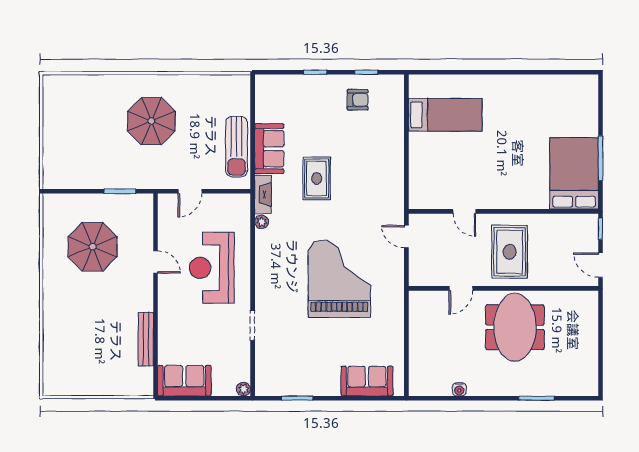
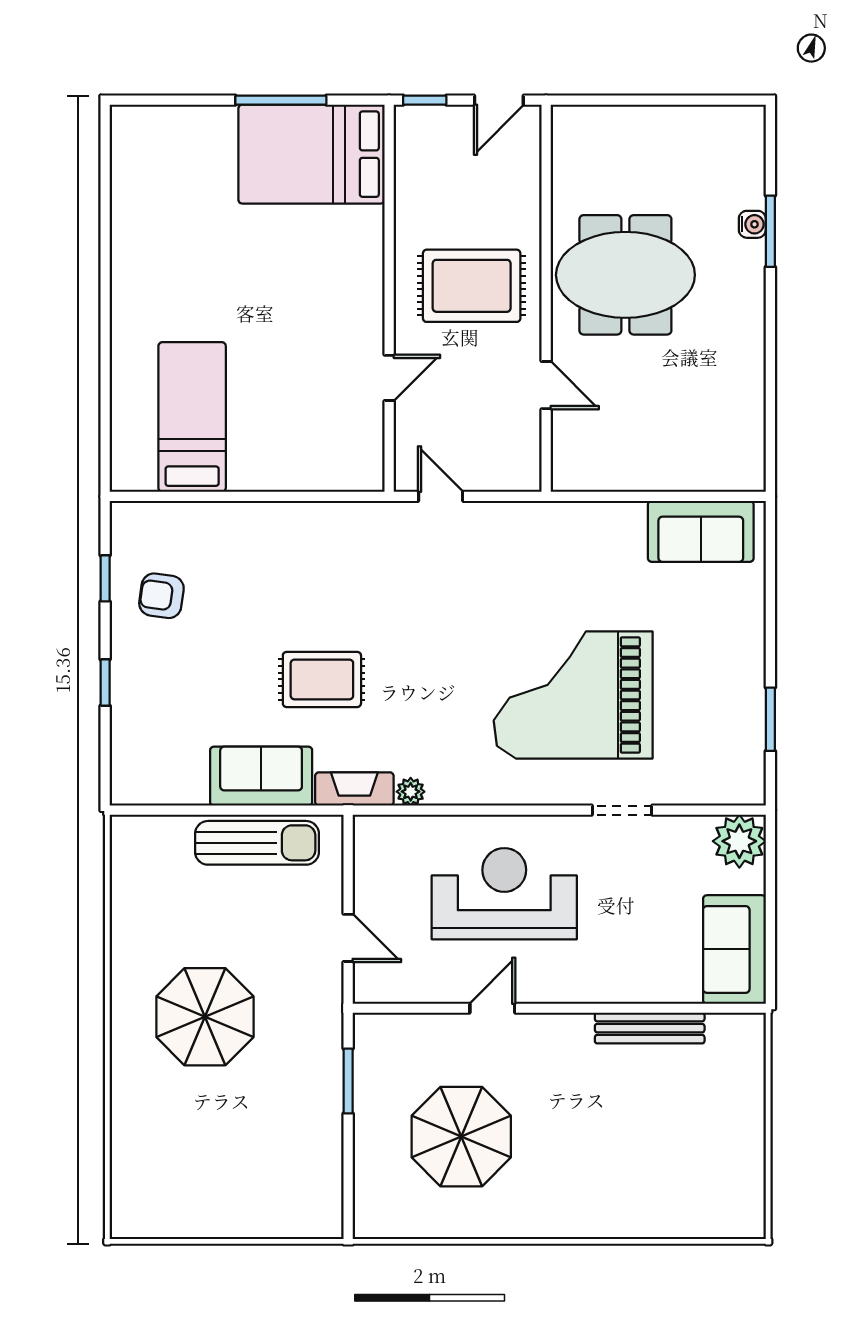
armchair: (358, 100) -> (161, 596), turned -82
door: (406, 237) -> (441, 496), swing flipped
reception desk: (212, 268) -> (504, 894), turned 180
grand piano: (339, 279) -> (573, 695), moved
sofa: (367, 381) -> (701, 531), moved, turned -90
plant: (243, 389) -> (739, 841), width x1.87, depth x1.87
water cooler: (459, 389) -> (752, 224), moved

